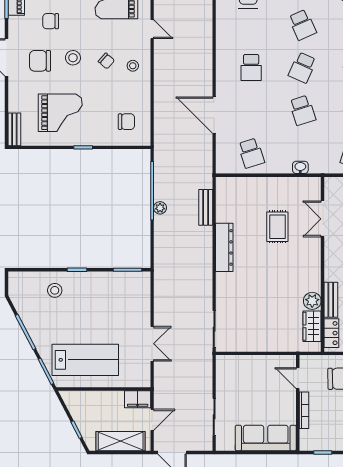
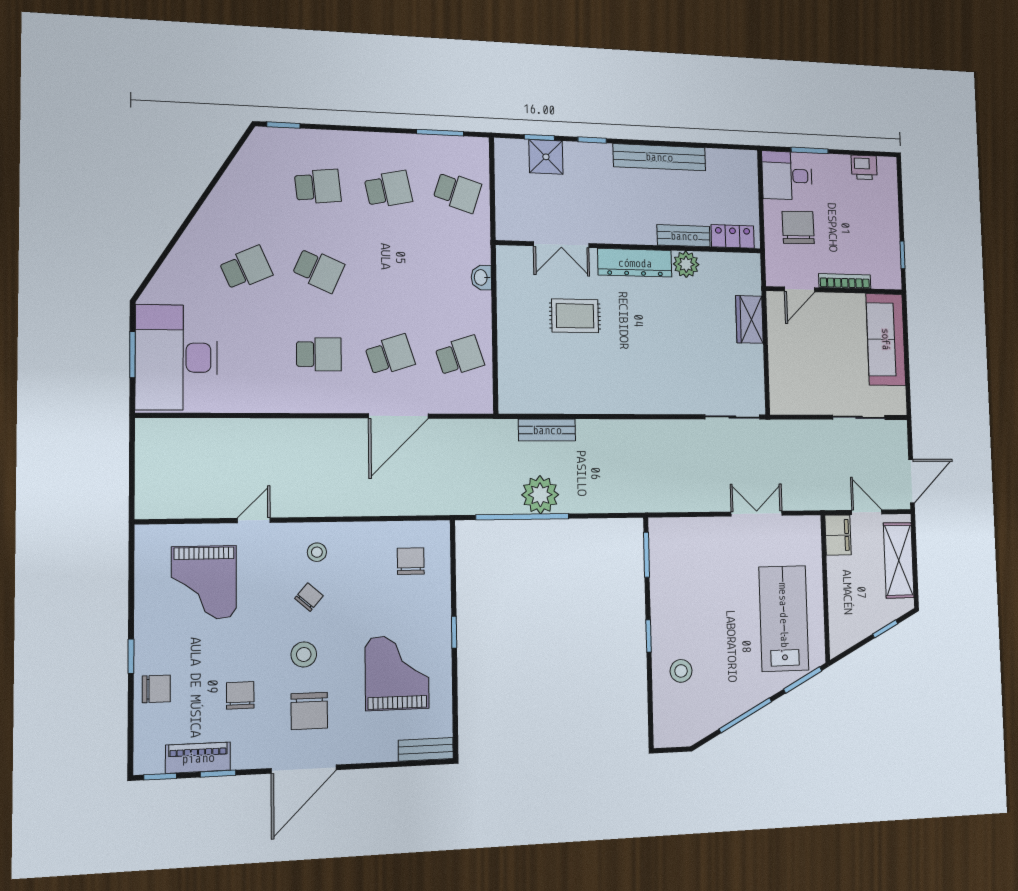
chair: (51, 21) -> (240, 695), turned 180
school desk: (302, 110) -> (390, 355), moved
plant: (160, 208) -> (540, 495), width x1.88, depth x1.88
dresser: (224, 247) -> (635, 263), moved, turned 180
wardrobe: (312, 326) -> (749, 319), moved, turned 90

